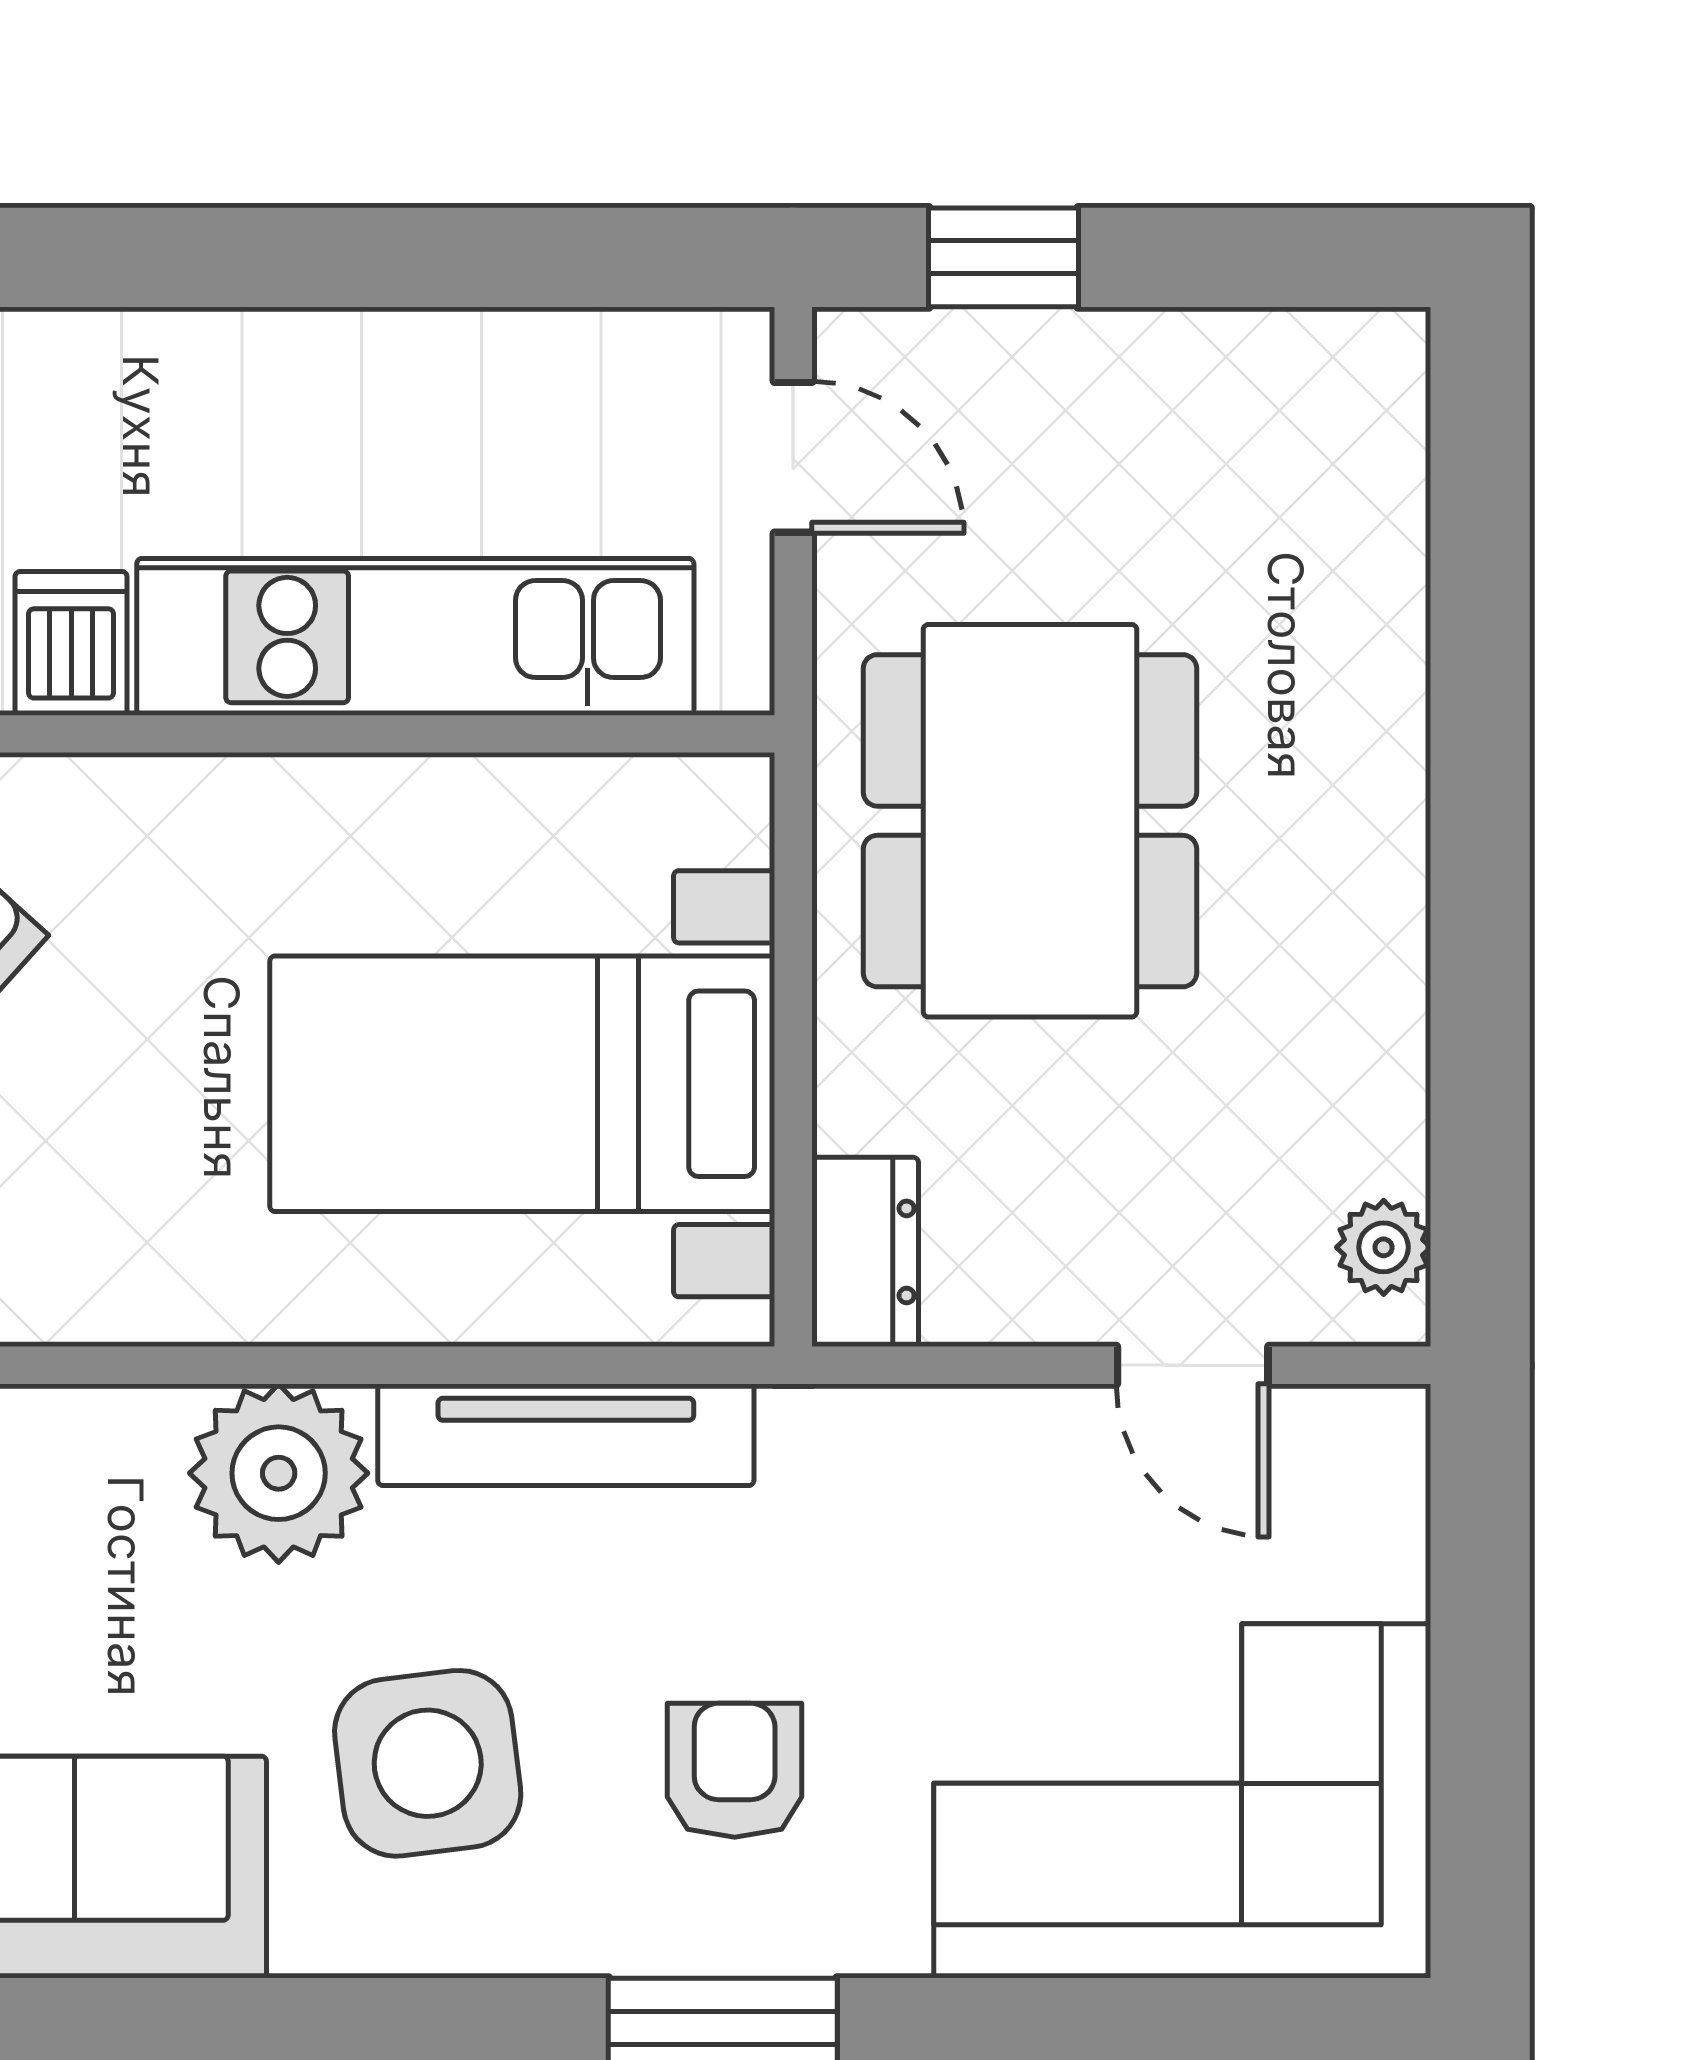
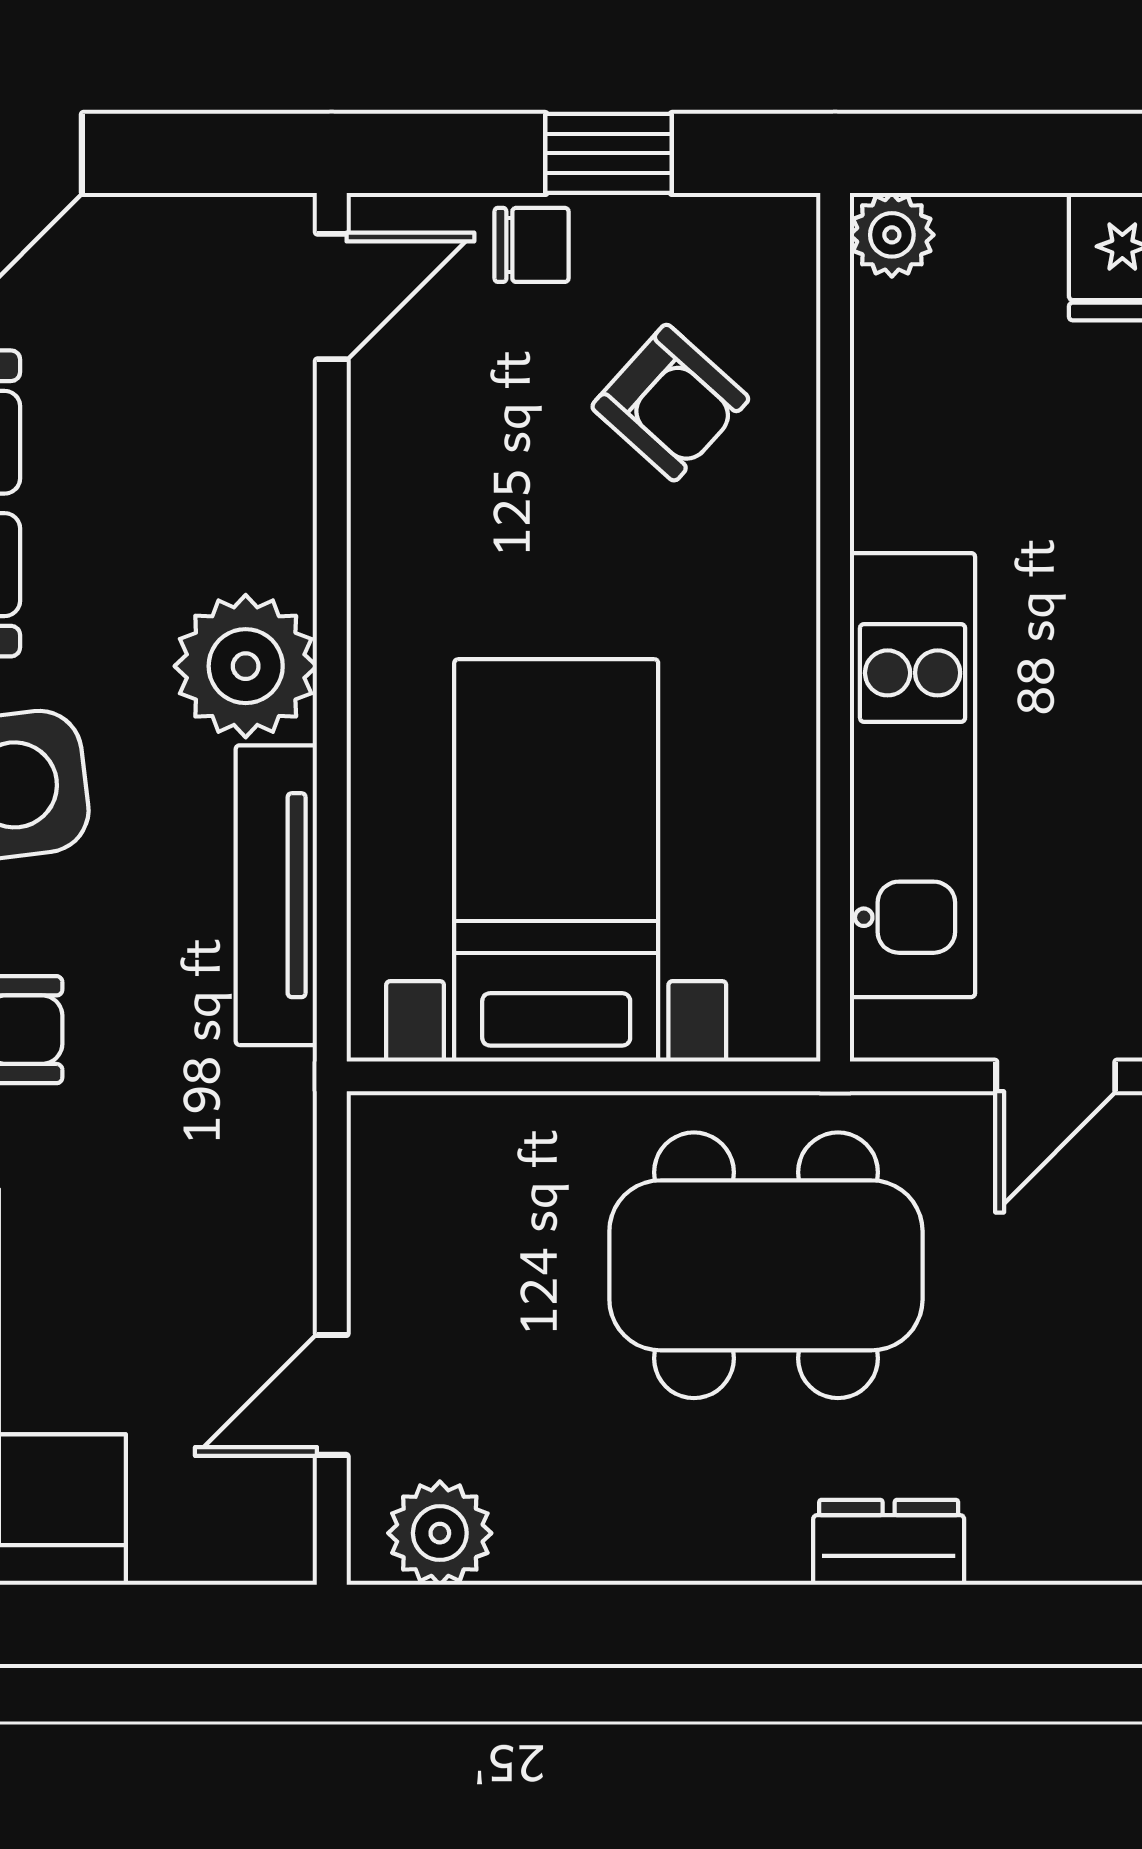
dishwasher: (71, 643) -> (907, 501), removed
plant: (1384, 1247) -> (440, 1533), width x1.38, depth x1.38
dresser: (865, 1252) -> (889, 1542), moved, turned 180

